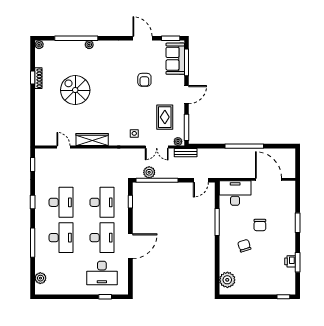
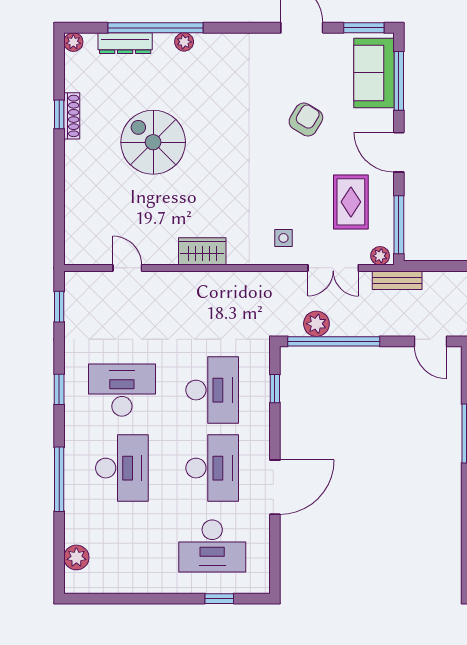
dresser: (63, 45) -> (125, 43), added
armchair: (144, 80) -> (306, 120), turned -149
door: (186, 95) -> (399, 152), swing flipped
wardrobe: (92, 139) -> (202, 251), width x0.67
door: (201, 180) -> (430, 341), hinge flipped
desk: (61, 202) -> (122, 390), turned -90

